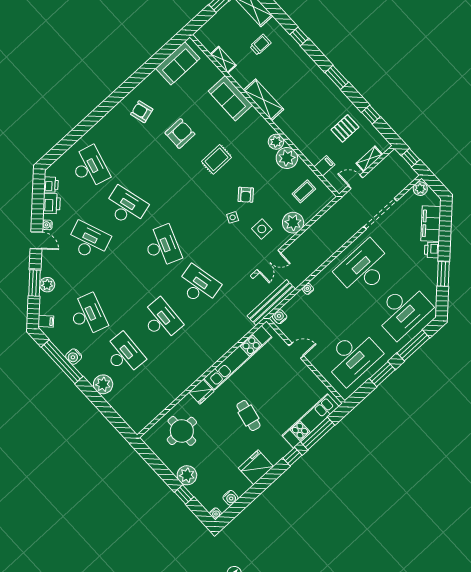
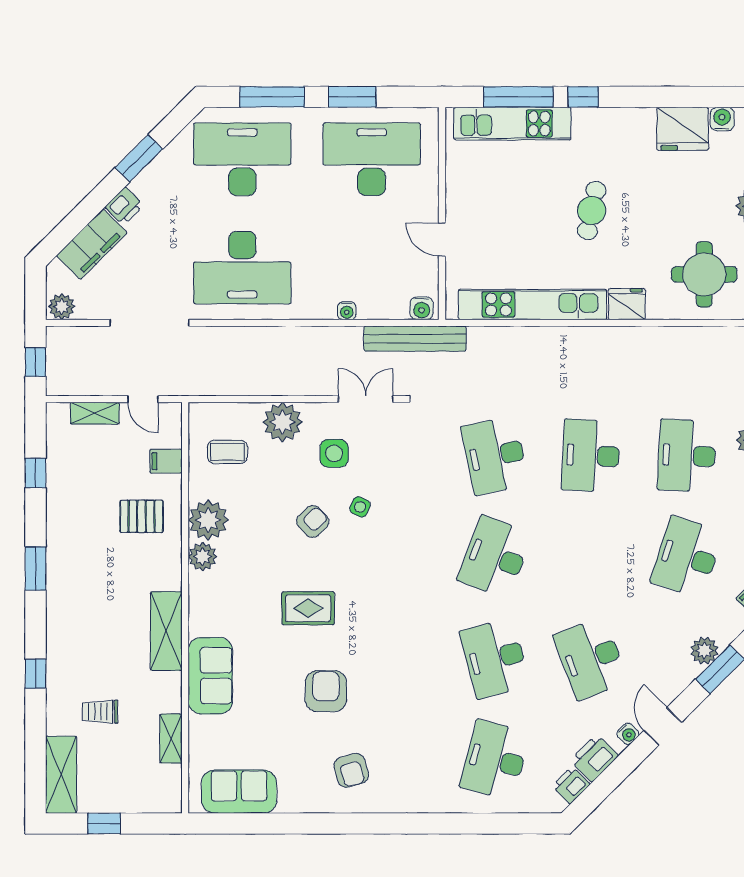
pallet: (345, 128) -> (142, 516), moved
armchair: (180, 134) -> (326, 691), turned 90
fridge: (256, 467) -> (682, 129), moved

